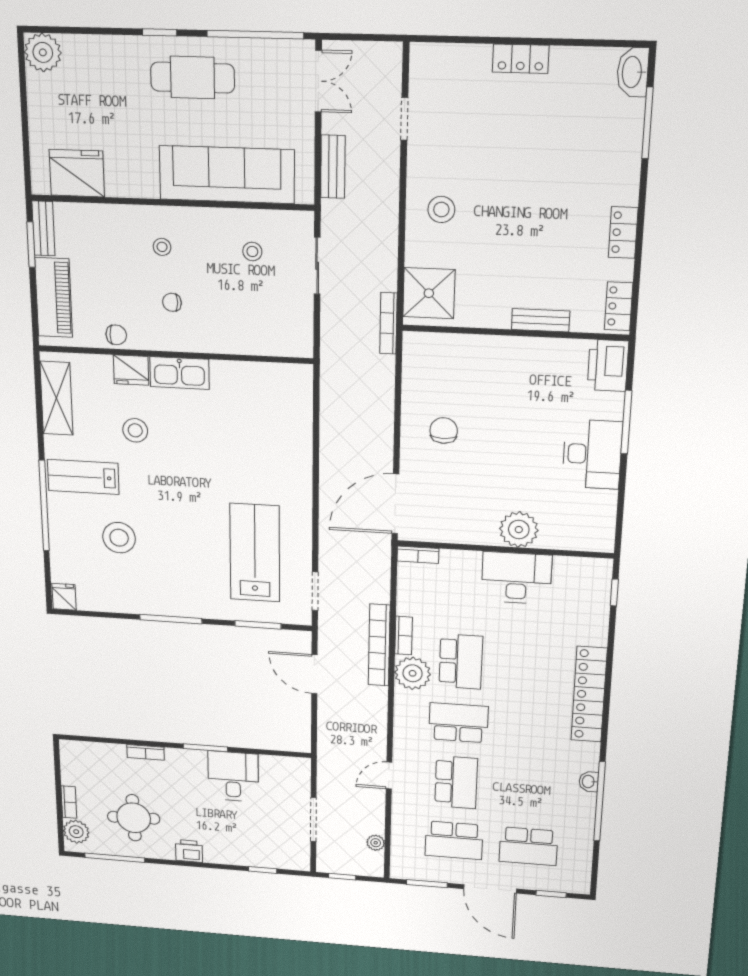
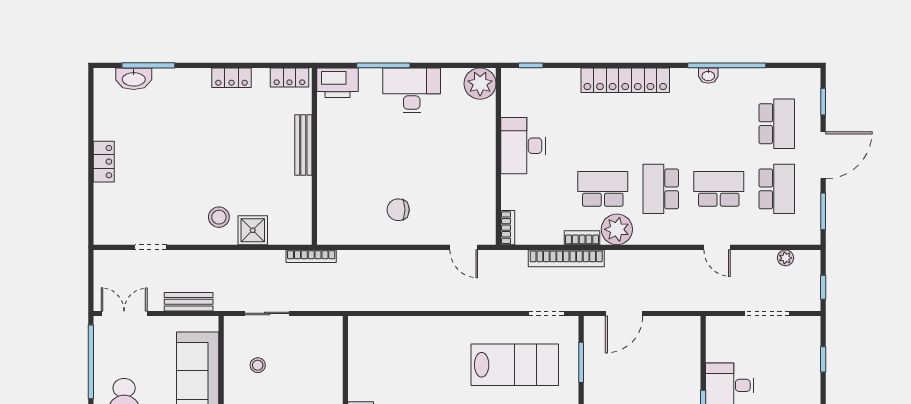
washbasin: (633, 72) -> (134, 79), moved
shower: (429, 293) -> (253, 230), moved, width x0.73, depth x0.73
bench: (541, 320) -> (303, 145), width x1.36
door: (395, 504) -> (464, 247), width x0.53
plant: (519, 530) -> (480, 84), moved
lab bench: (255, 553) -> (515, 365), turned 180
bookcase: (379, 645) -> (566, 258), moved

